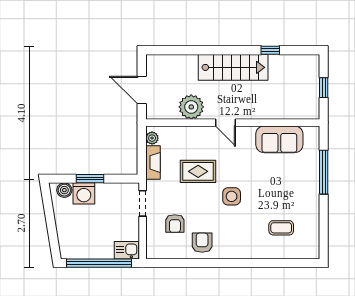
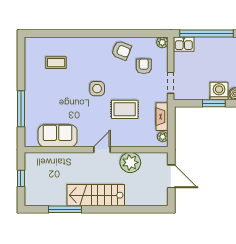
window: (270, 50) -> (65, 209), width x2.17
door: (225, 123) -> (102, 150), hinge flipped
armchair: (202, 243) -> (121, 50), turned -68
plant: (153, 252) -> (162, 42), added

